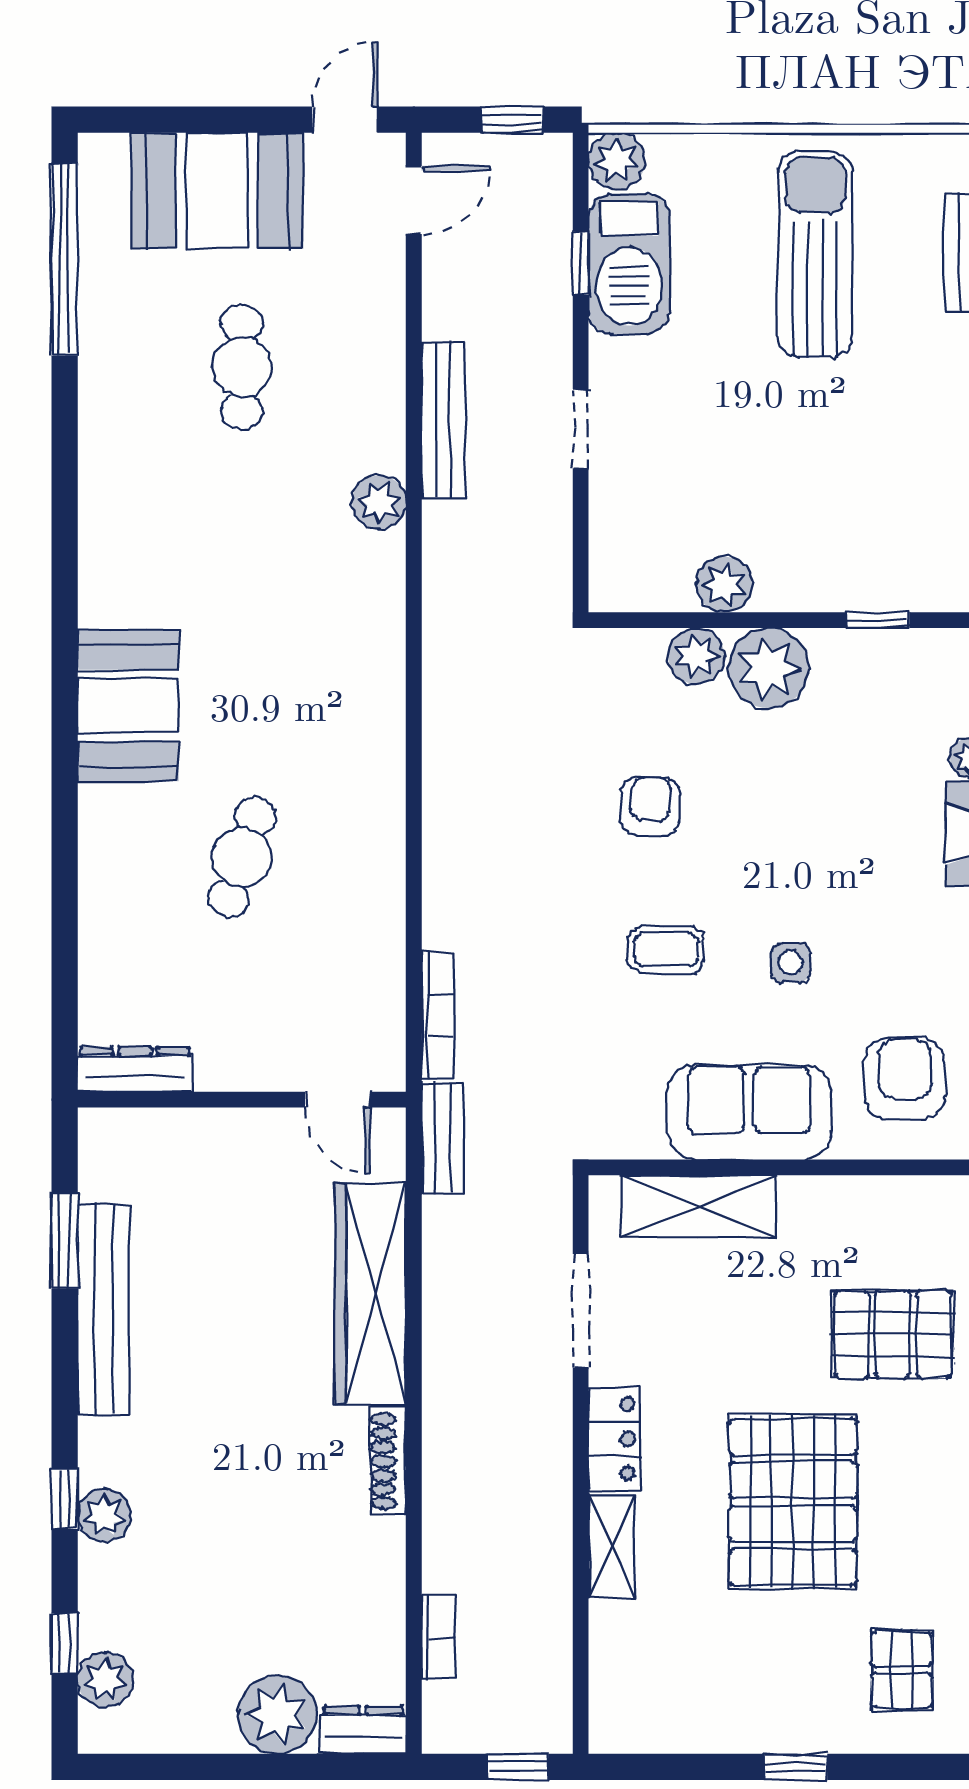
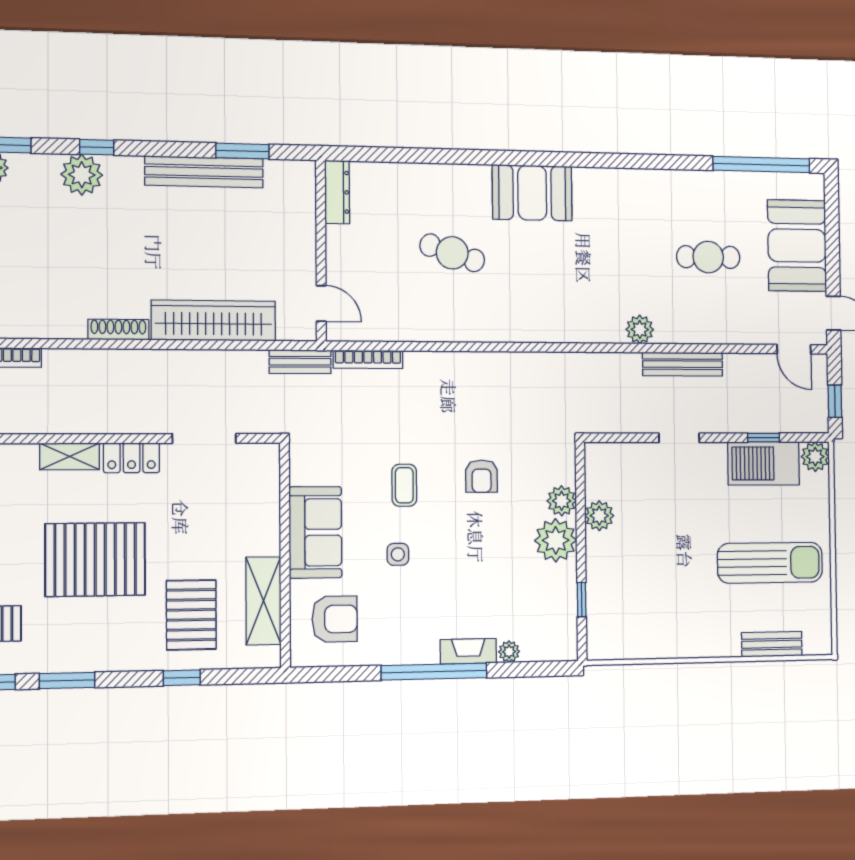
armchair: (650, 806) -> (482, 476), turned 86
door: (337, 1100) -> (321, 303), swing flipped
shelving: (699, 1206) -> (263, 601), moved
plant: (104, 1515) -> (82, 175), width x1.36, depth x1.36

